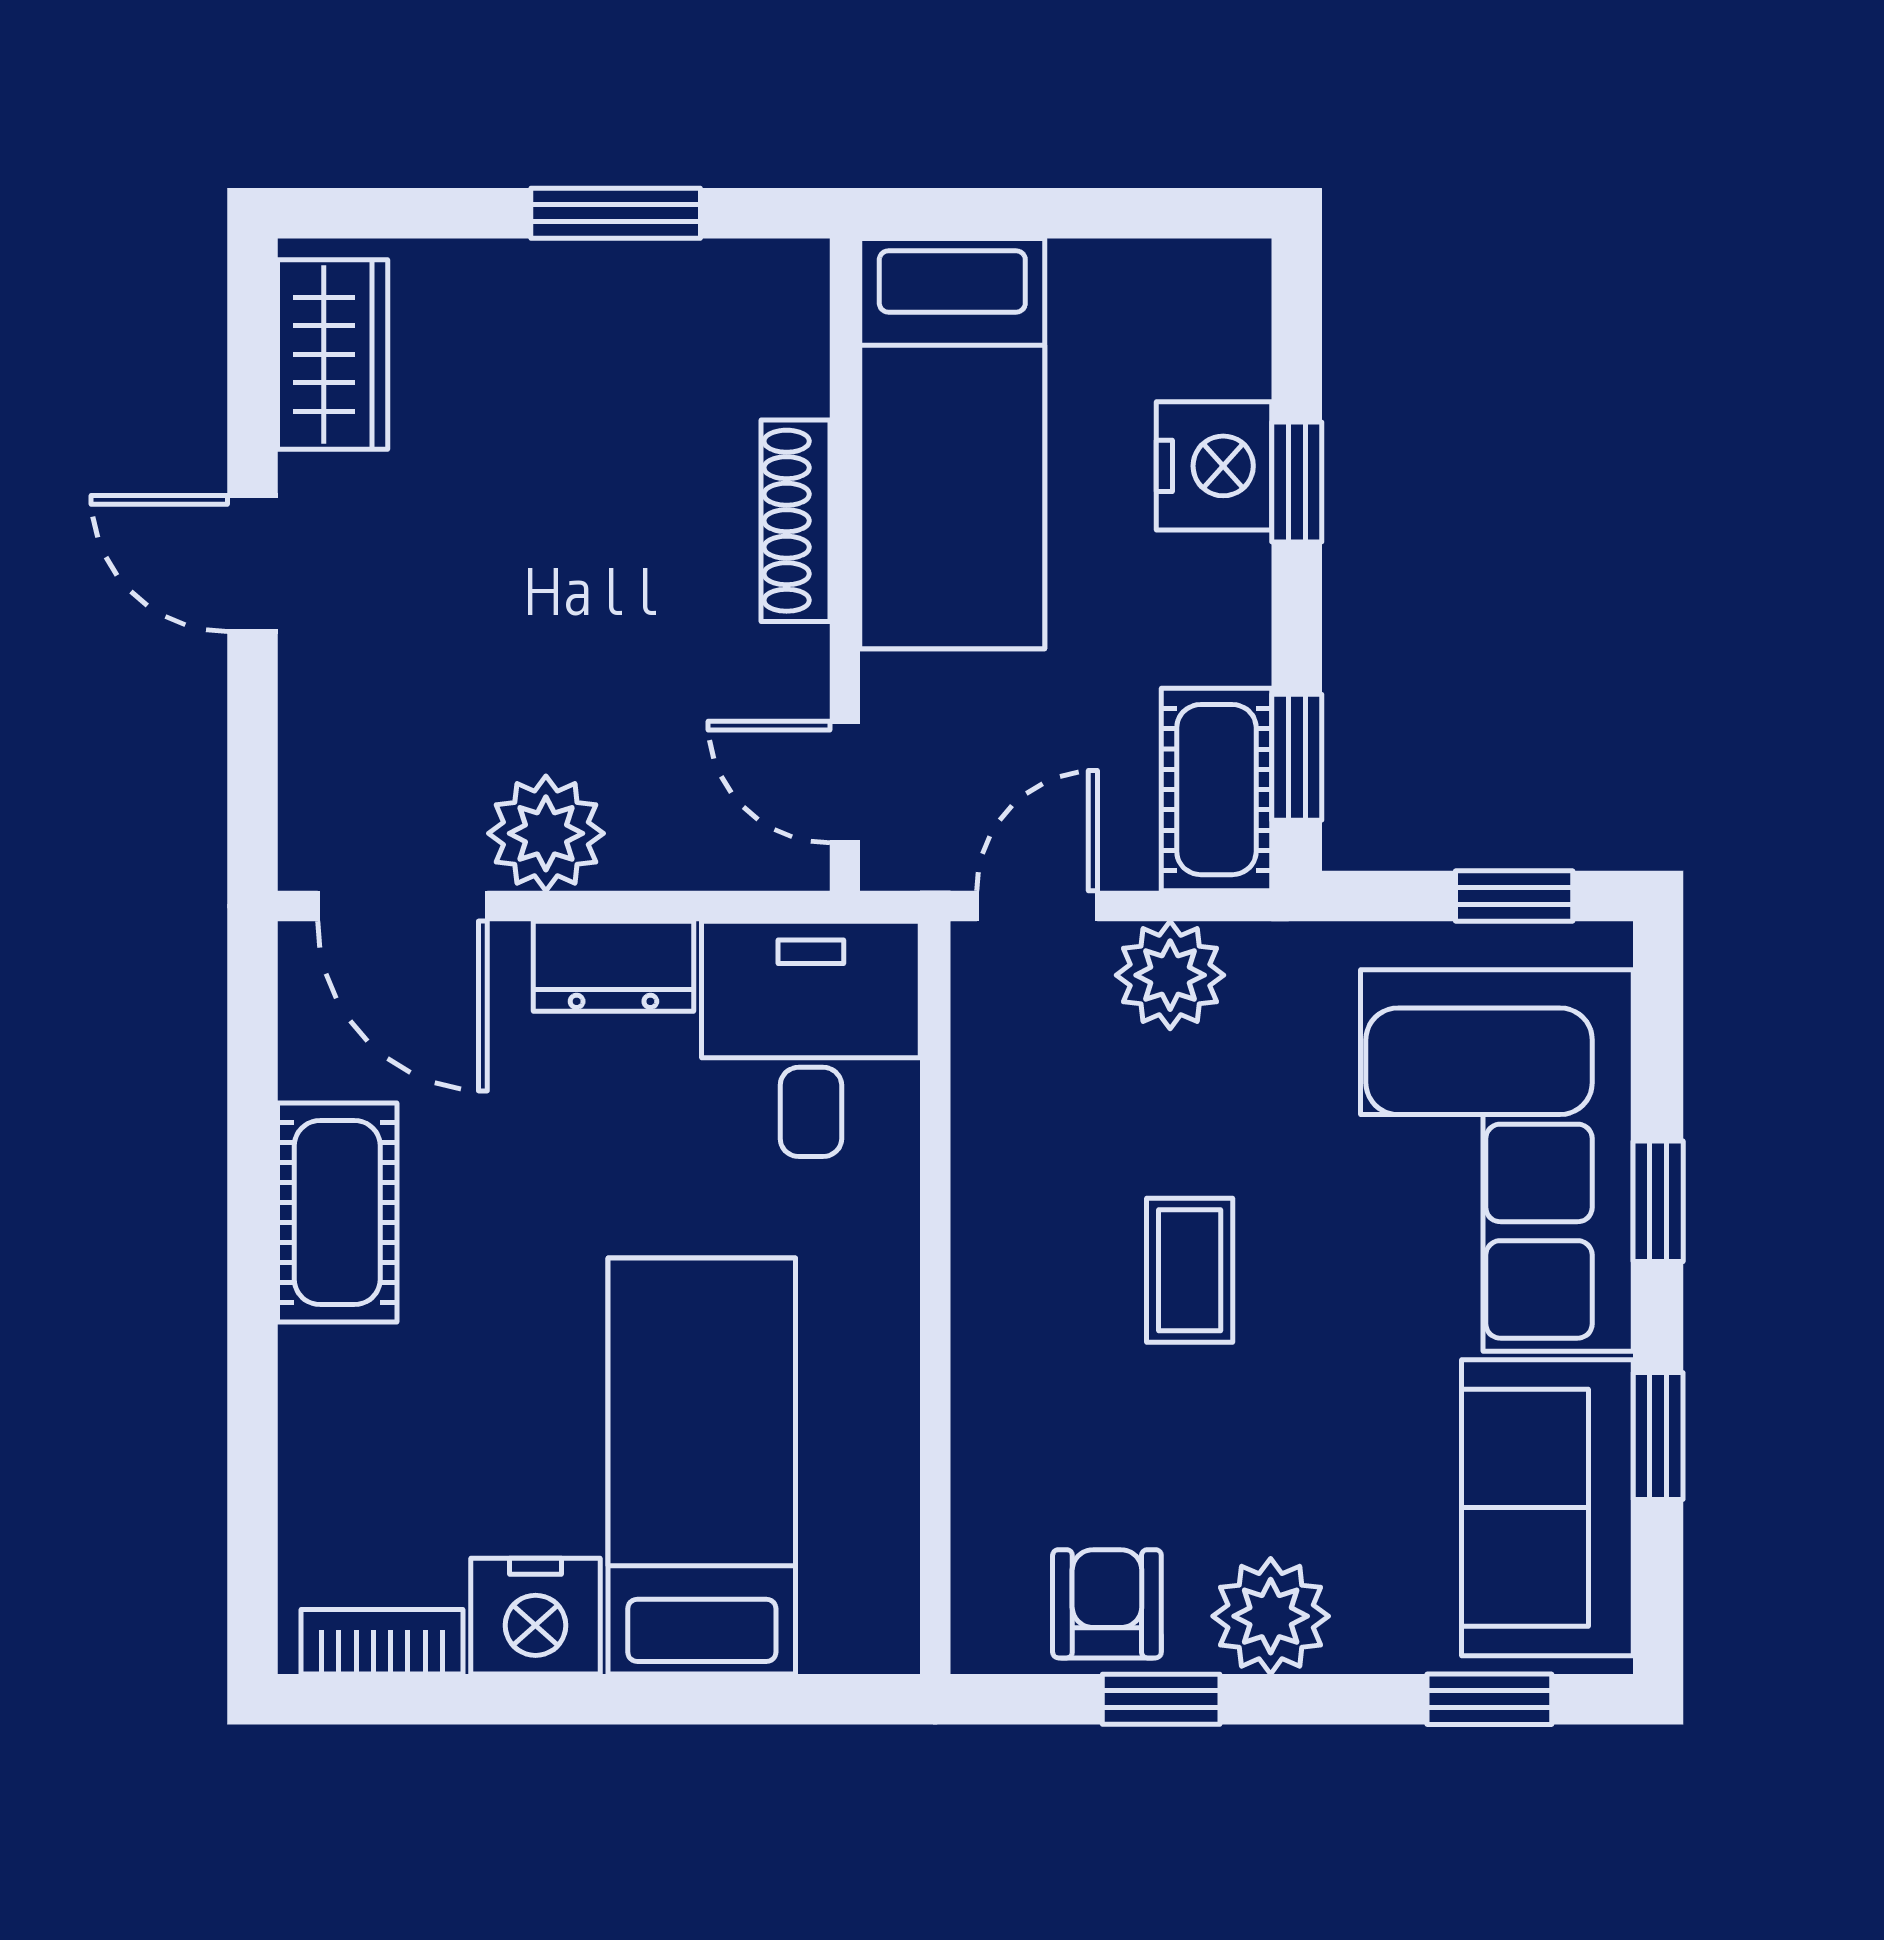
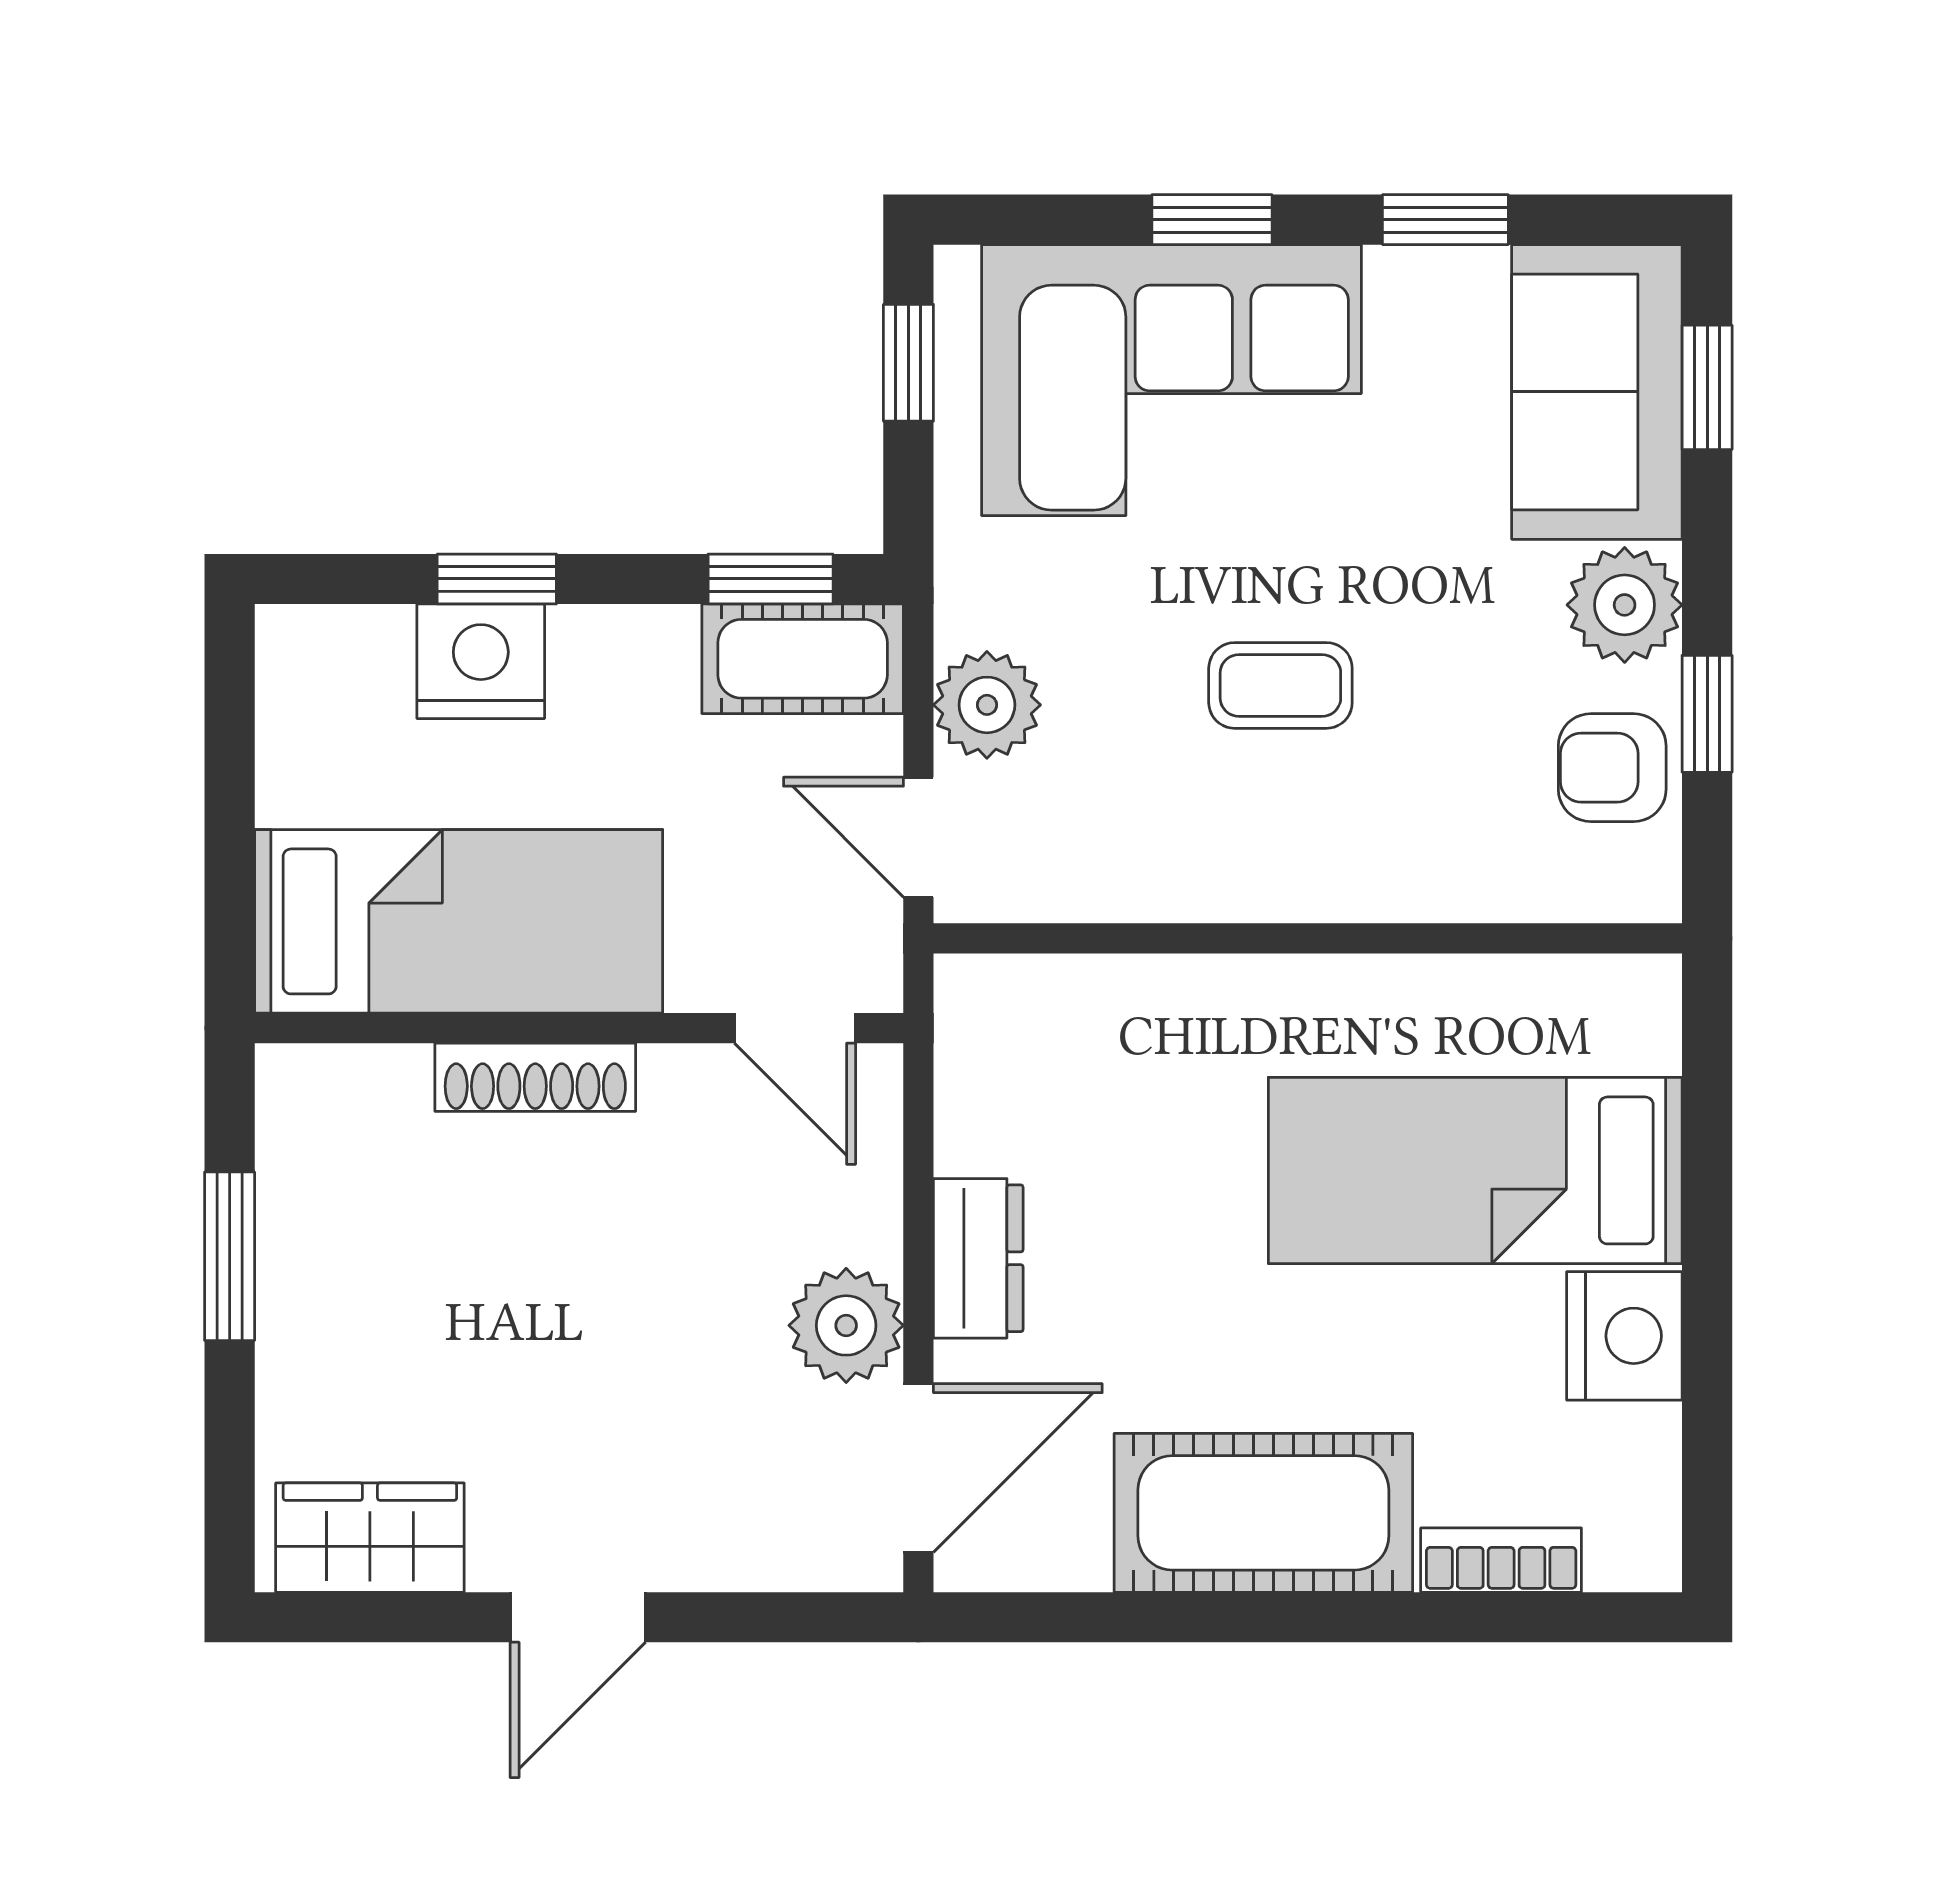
door: (845, 782) -> (795, 1028), hinge flipped
desk: (811, 1039) -> (1051, 1062), removed
cot: (337, 1213) -> (1263, 1513), width x1.37, depth x1.34
sofa: (1547, 1508) -> (1597, 392), moved, turned 90
bookcase: (382, 1642) -> (1501, 1560), moved, turned 90

